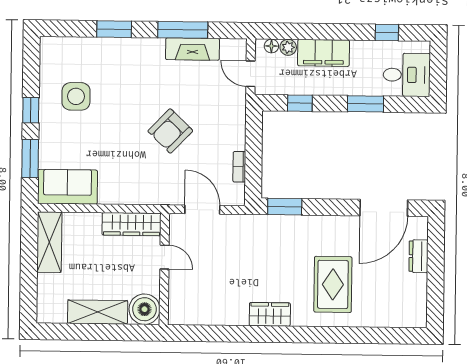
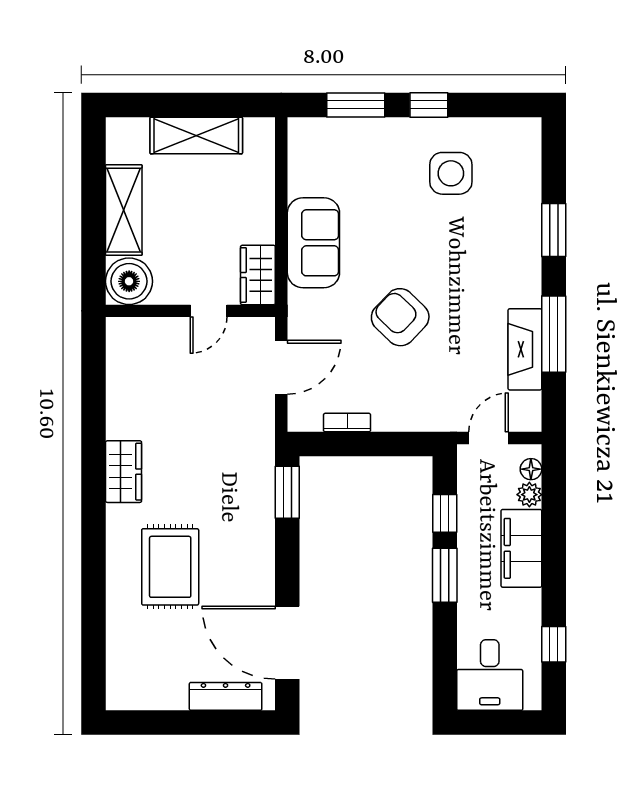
window: (366, 104) -> (445, 575), moved
sofa: (68, 187) -> (313, 243), moved
wardrobe: (132, 224) -> (258, 275), width x0.67
shelving: (49, 242) -> (196, 135), moved
dresser: (419, 256) -> (226, 696), width x1.44
rug: (333, 284) -> (170, 567), turned 90

